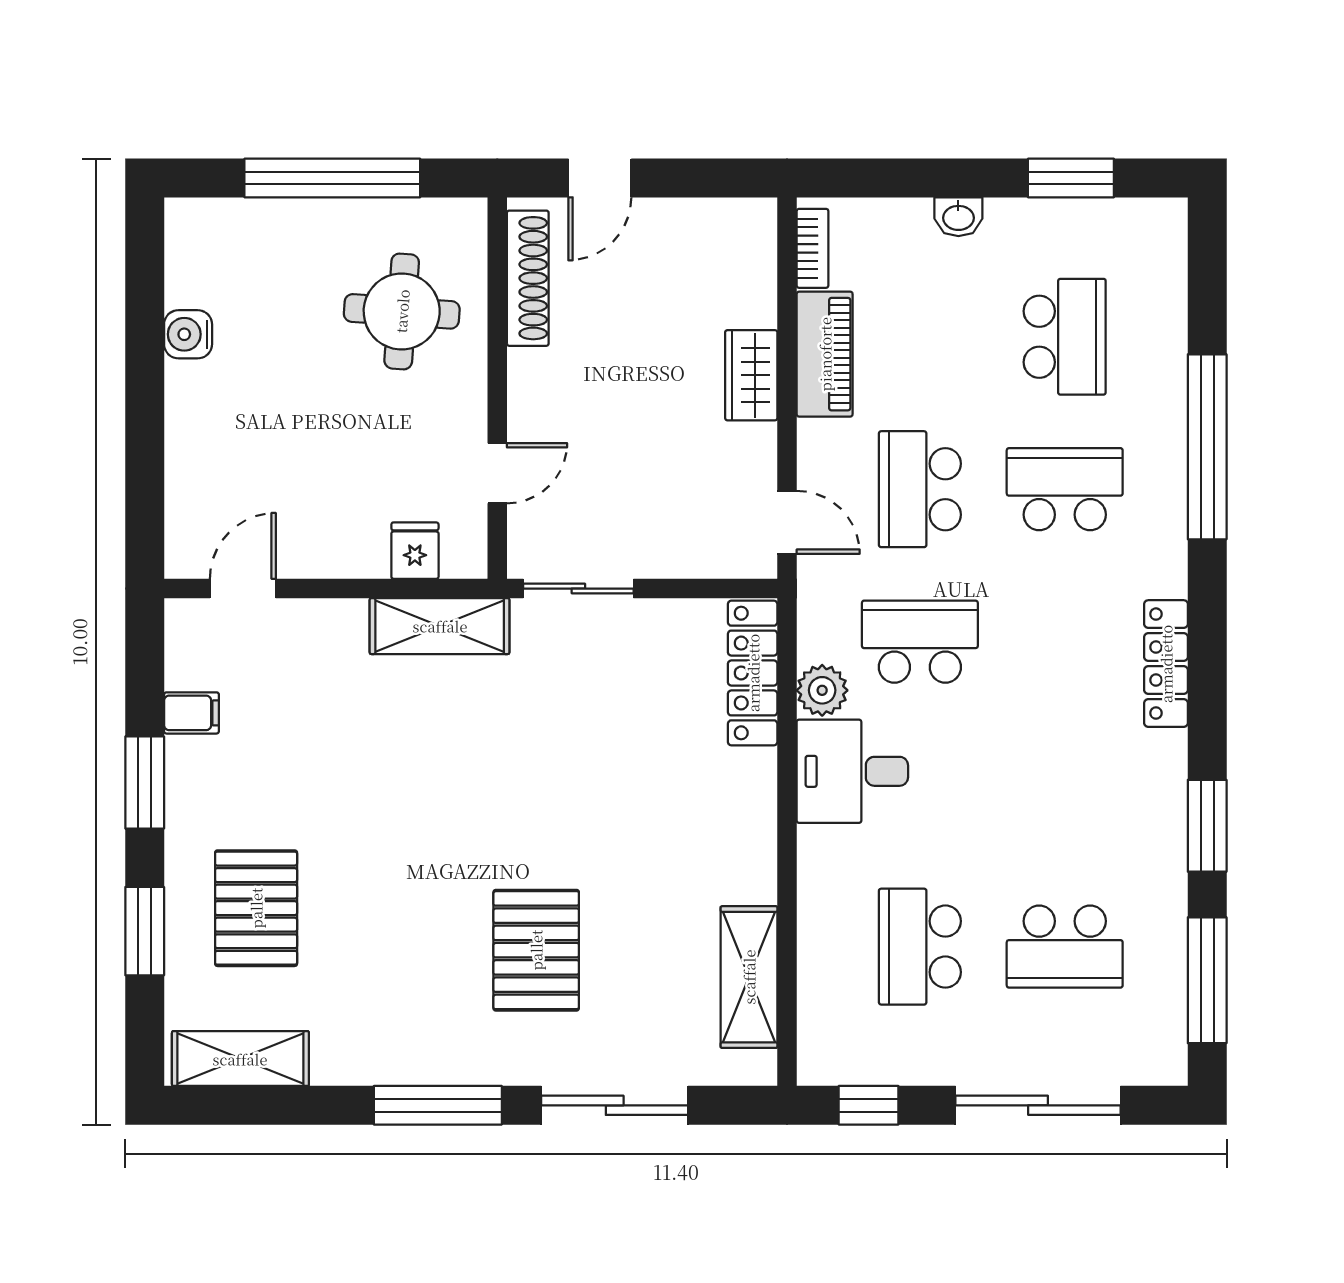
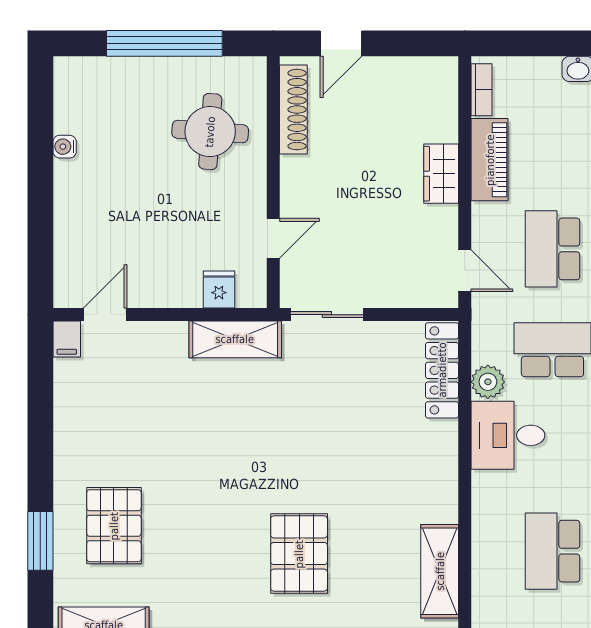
water cooler: (188, 334) -> (65, 147), width x0.72, depth x0.72
filing cabinet: (191, 713) -> (67, 339), moved, turned 90
window: (145, 782) -> (40, 443), removed

